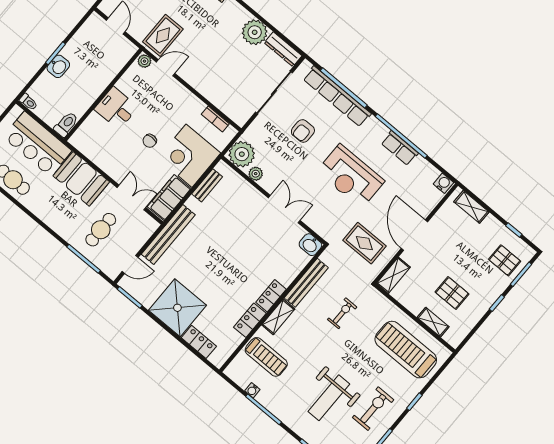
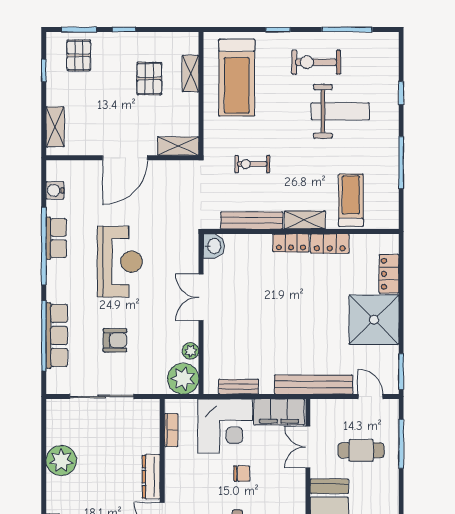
dresser: (283, 49) -> (151, 477), moved, turned 180
row of seats: (337, 96) -> (57, 335), width x0.73
water cooler: (443, 183) -> (55, 190), moved
rug: (364, 243) -> (171, 197), removed
water cooler: (252, 390) -> (392, 187), removed

